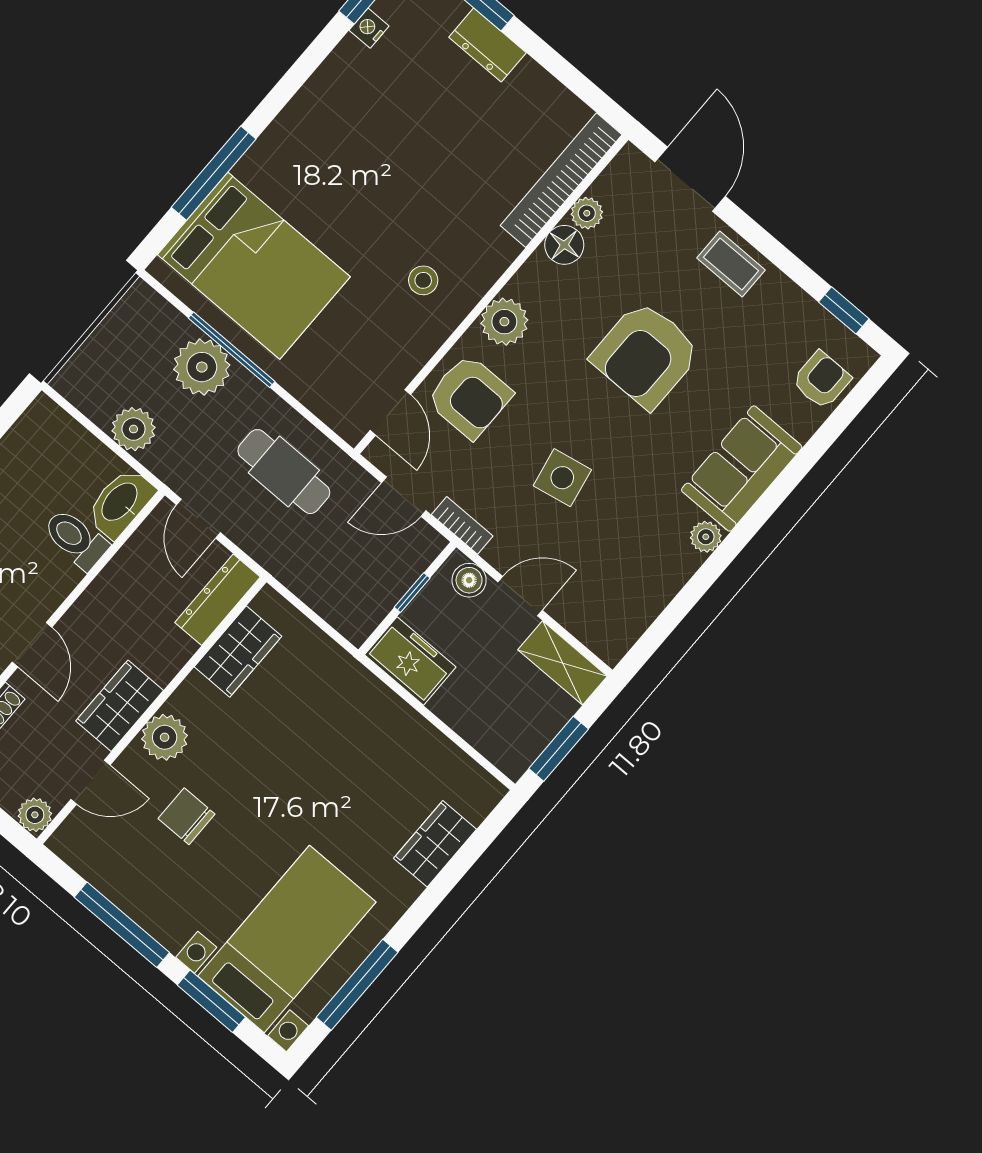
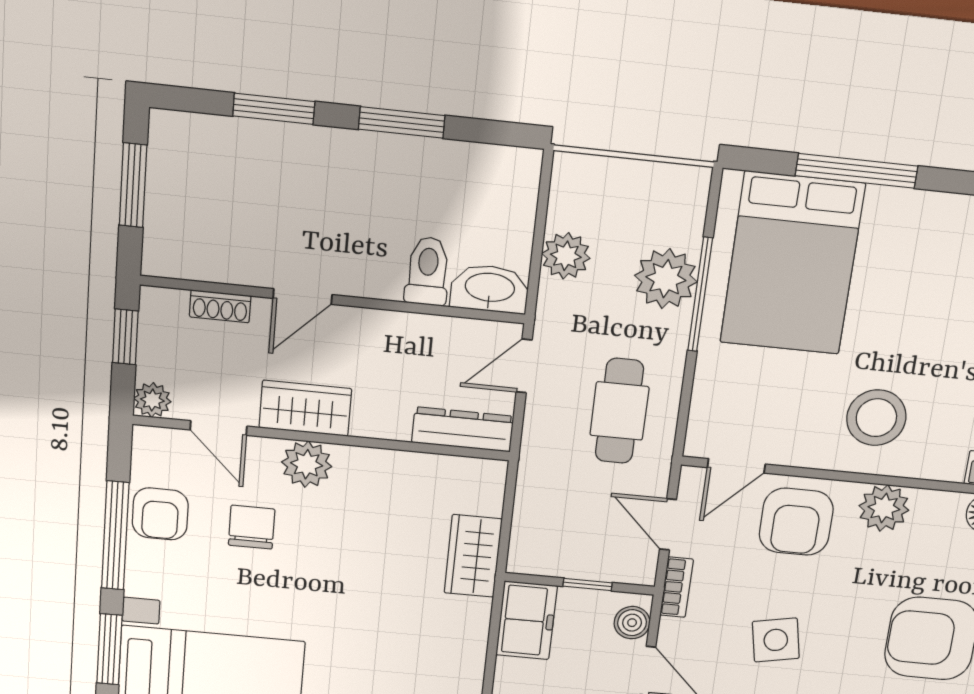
stool: (423, 280) -> (876, 418), width x1.89, depth x1.89
wardrobe: (238, 652) -> (473, 556), moved, turned 90
armchair: (128, 877) -> (160, 514), added

